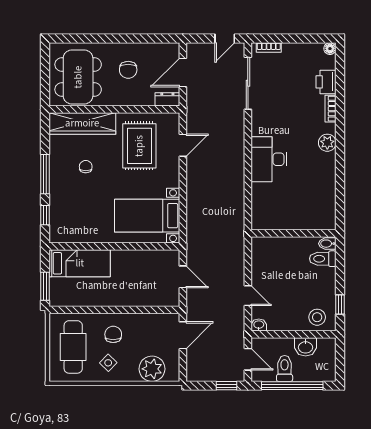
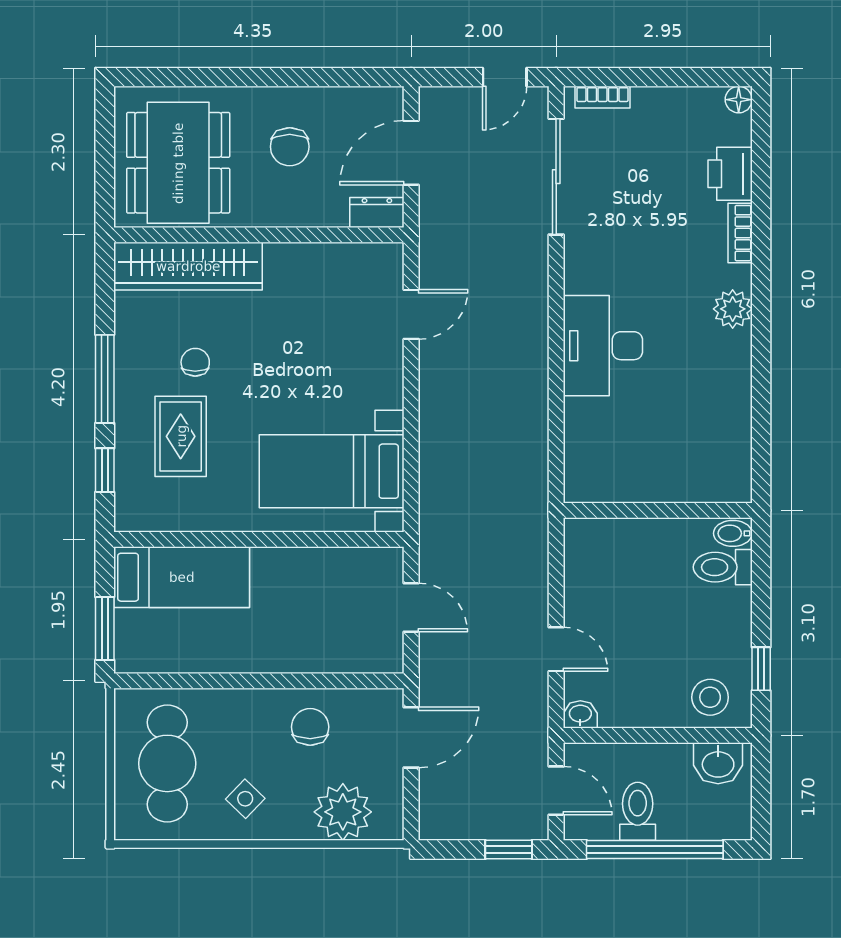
rug: (139, 146) -> (181, 436), moved, width x0.73, depth x0.70
chair: (113, 334) -> (310, 727), moved
washbasin: (306, 347) -> (718, 763), moved

